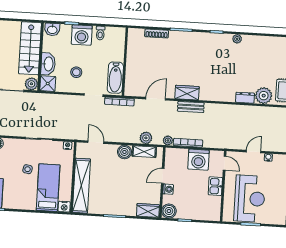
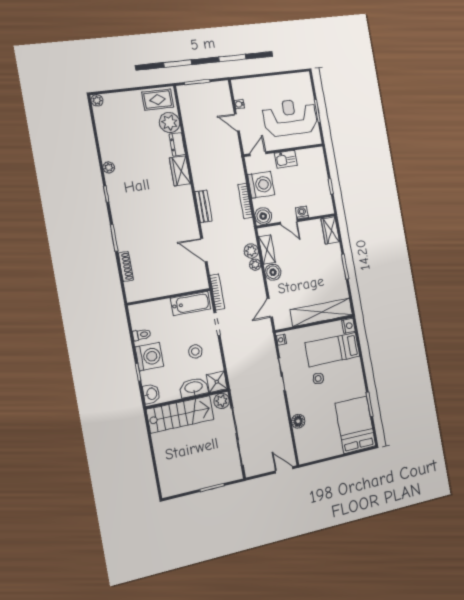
wardrobe: (187, 93) -> (180, 171), moved
plant: (168, 140) -> (255, 265), moved
boiler: (169, 211) -> (263, 216), moved

